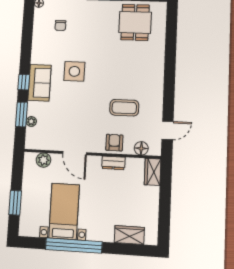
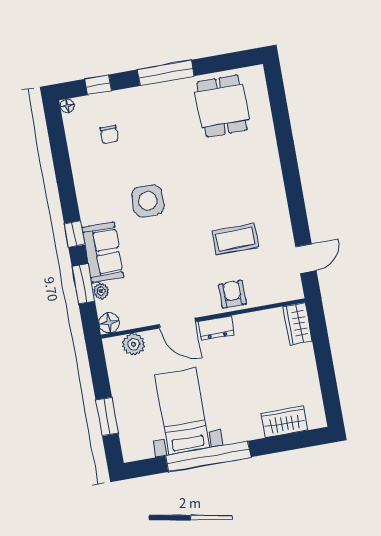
sofa: (39, 83) -> (103, 252), moved
floor lamp: (141, 148) -> (109, 323), moved
dresser: (113, 163) -> (216, 328), moved

